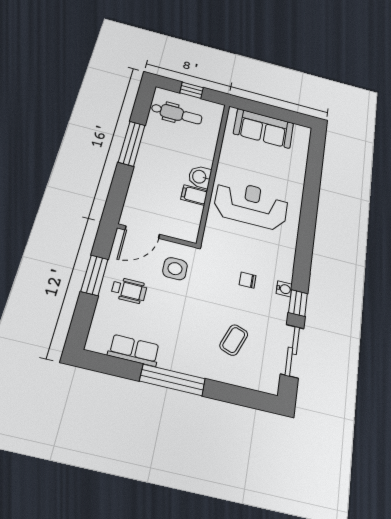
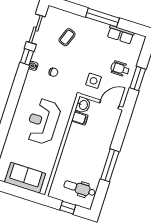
washbasin: (200, 177) -> (83, 105), moved
filing cabinet: (194, 195) -> (80, 118), moved
reception desk: (251, 205) -> (43, 121), turned 90

